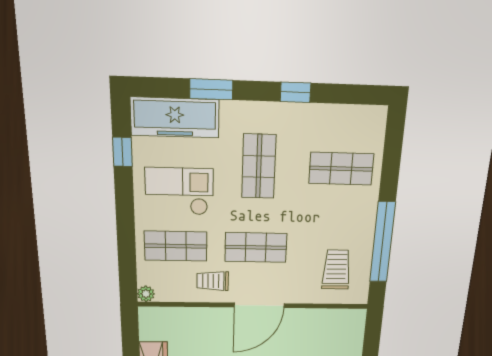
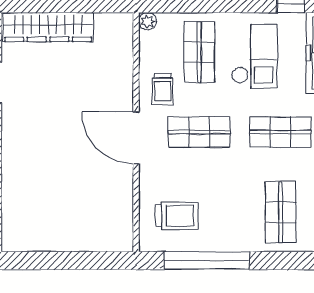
shop shelf: (256, 247) -> (199, 132), turned 90
trolley: (213, 281) -> (163, 89), turned 180

